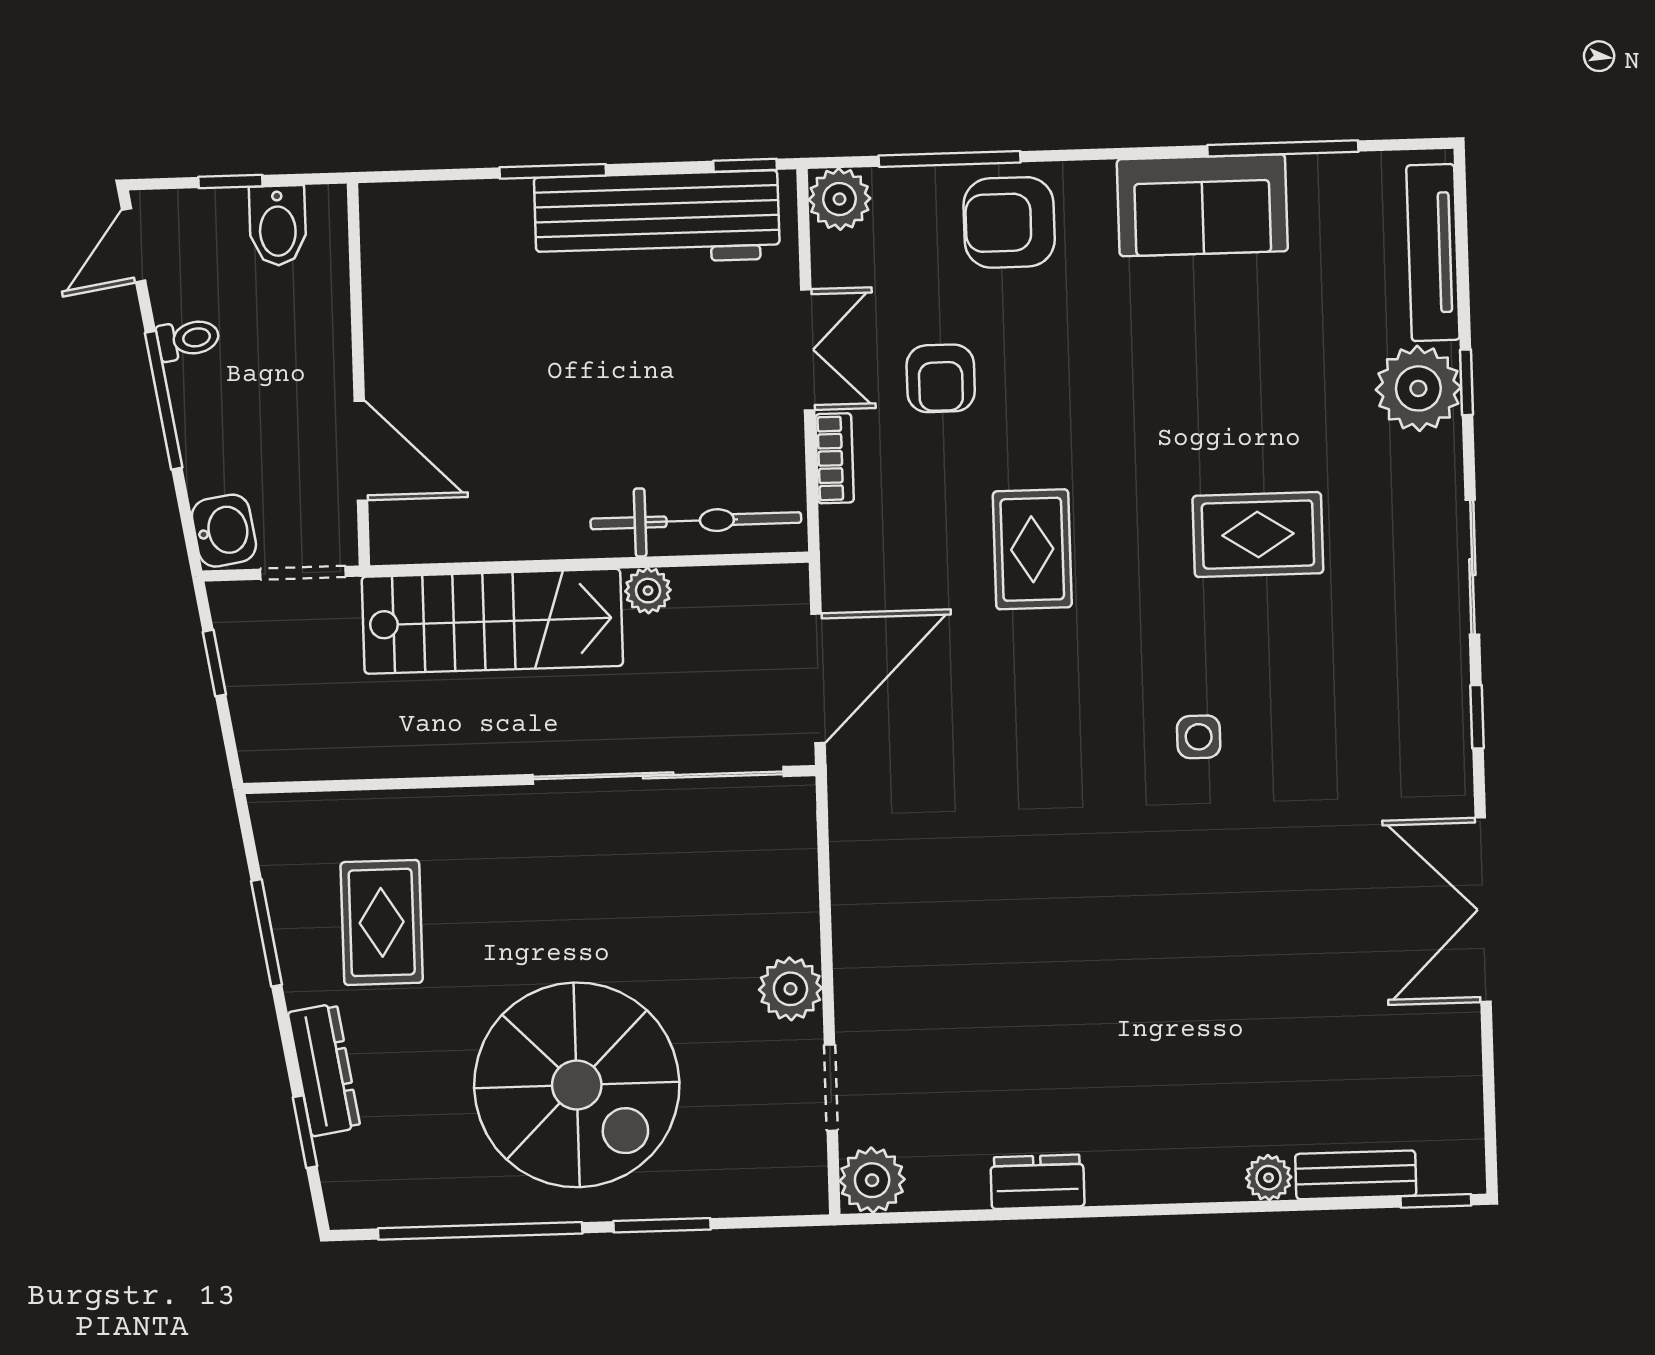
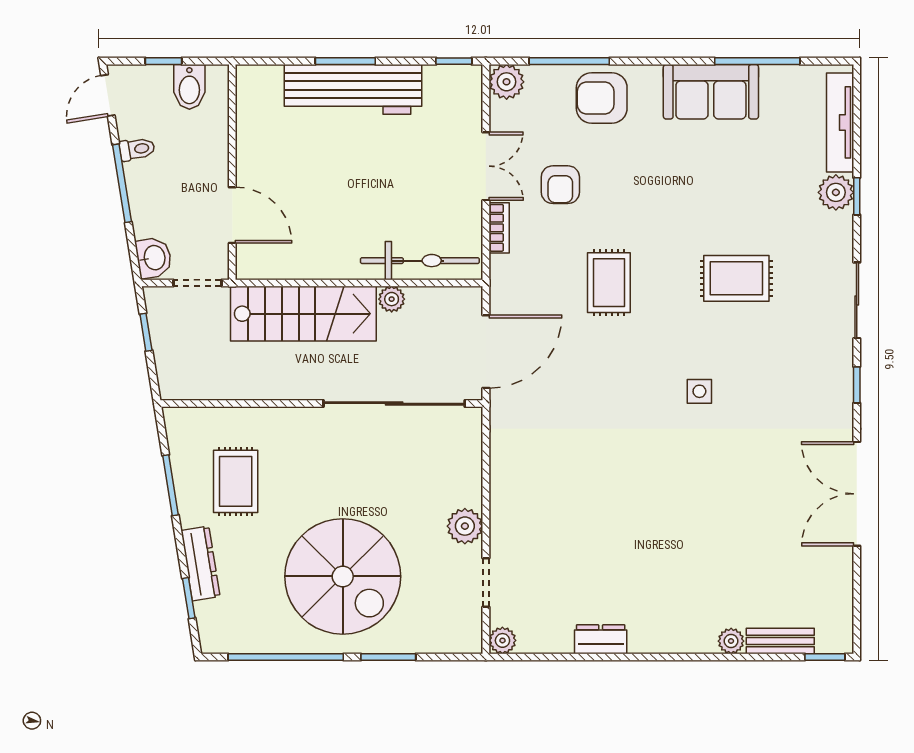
workbench: (657, 218) -> (353, 89), moved
plant: (1418, 388) -> (836, 192), width x0.73, depth x0.73
plant: (872, 1180) -> (502, 640), width x0.73, depth x0.73

